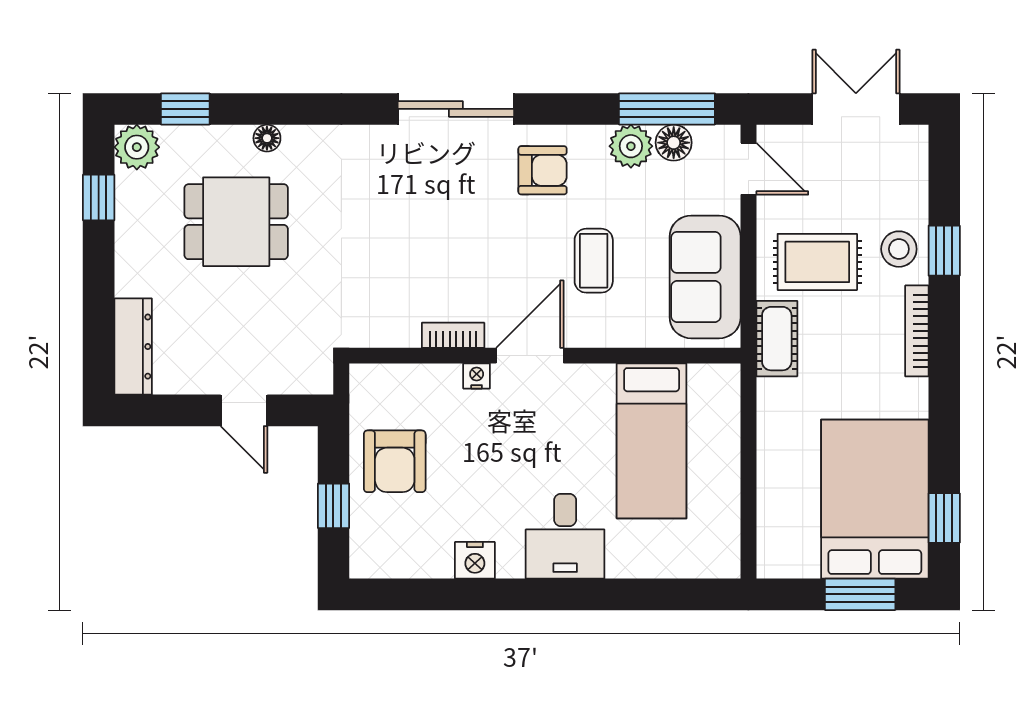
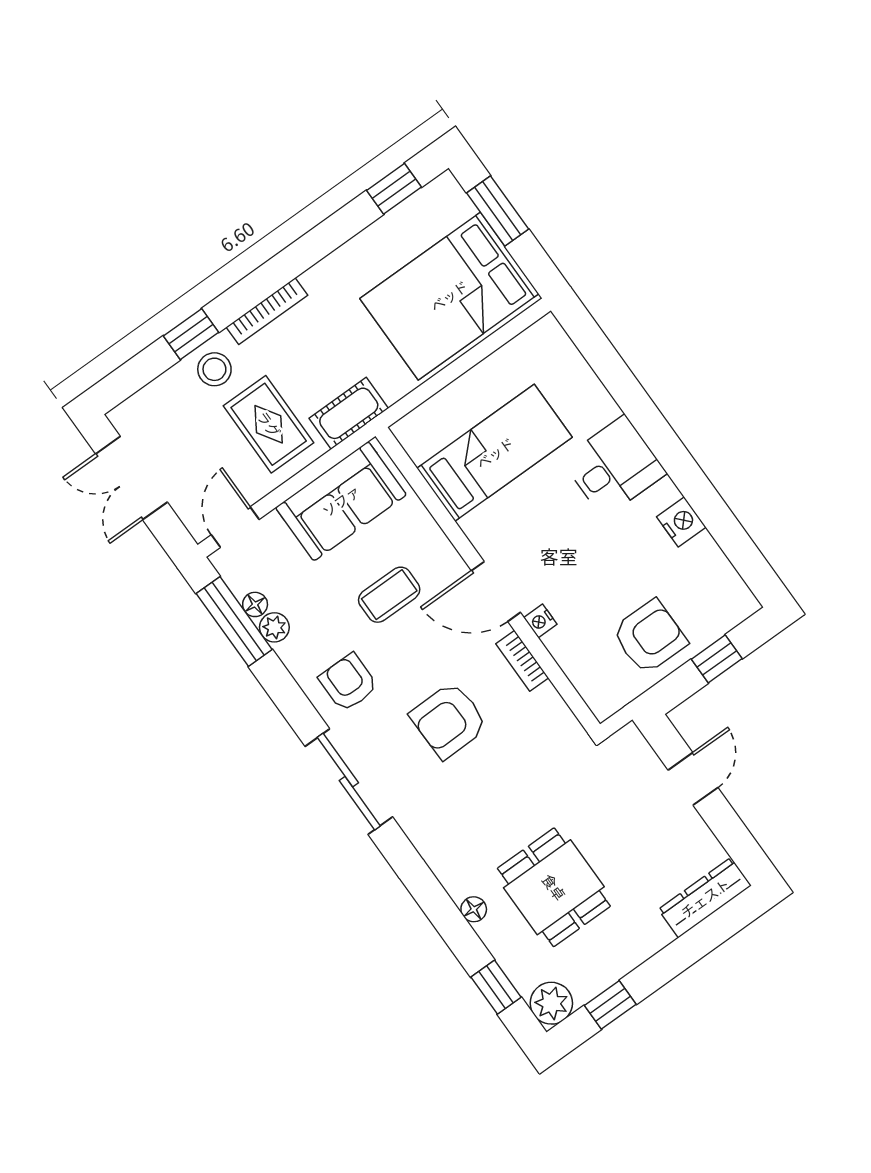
floor lamp: (674, 143) -> (255, 604), width x0.73, depth x0.73
plant: (631, 146) -> (274, 627), width x0.73, depth x0.73
armchair: (447, 234) -> (449, 720), added
bed: (875, 499) -> (449, 296), moved

